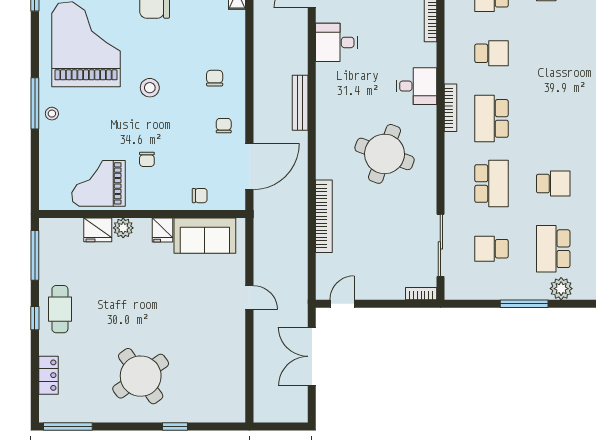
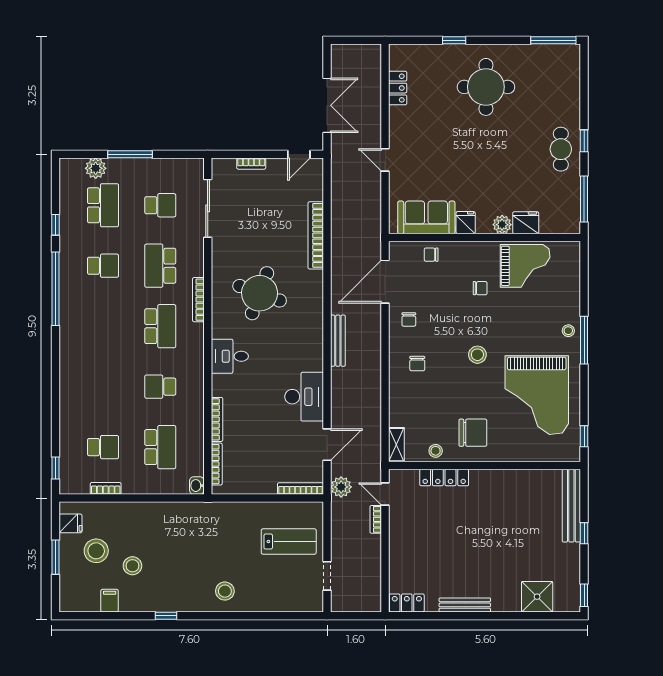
desk: (336, 42) -> (304, 397), width x1.37
bookcase: (450, 108) -> (198, 300), moved
chair: (147, 159) -> (480, 288), turned 90
school desk: (553, 184) -> (103, 266), turned 180
bookcase: (421, 294) -> (251, 164), moved
locker: (48, 375) -> (398, 88), moved, turned 180
round table: (141, 376) -> (486, 87), turned 35

